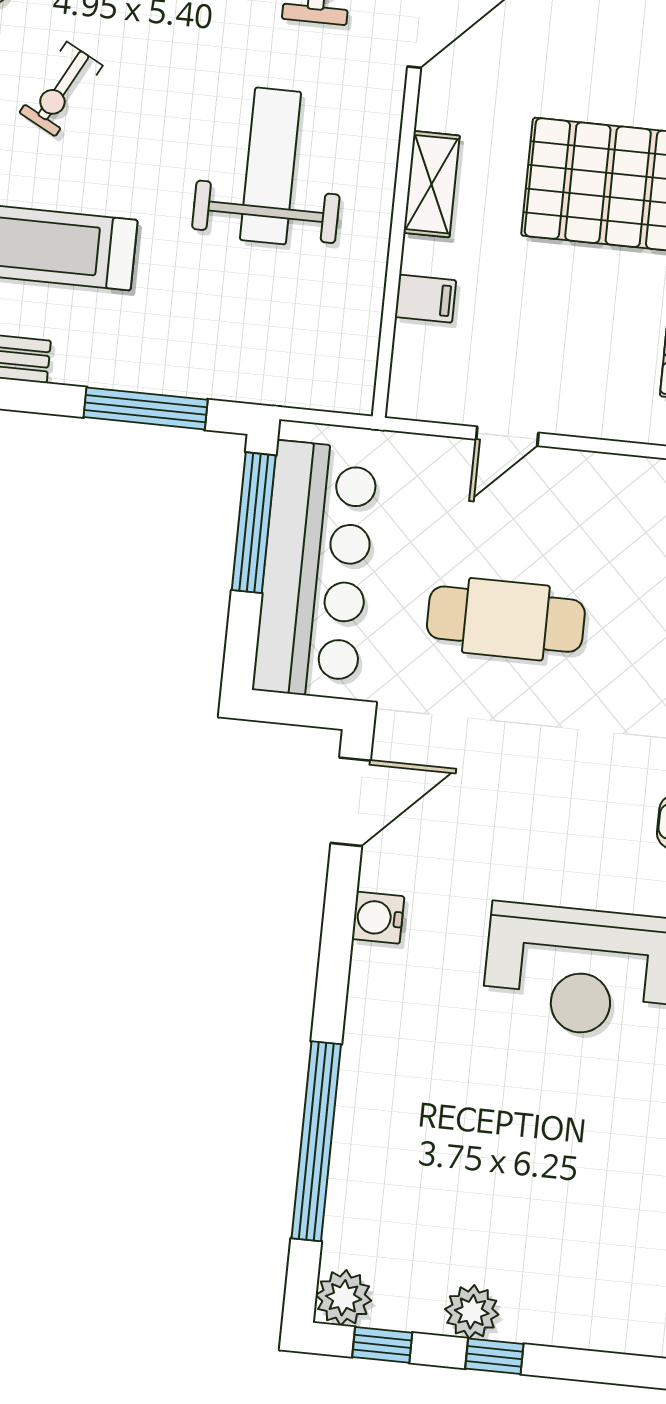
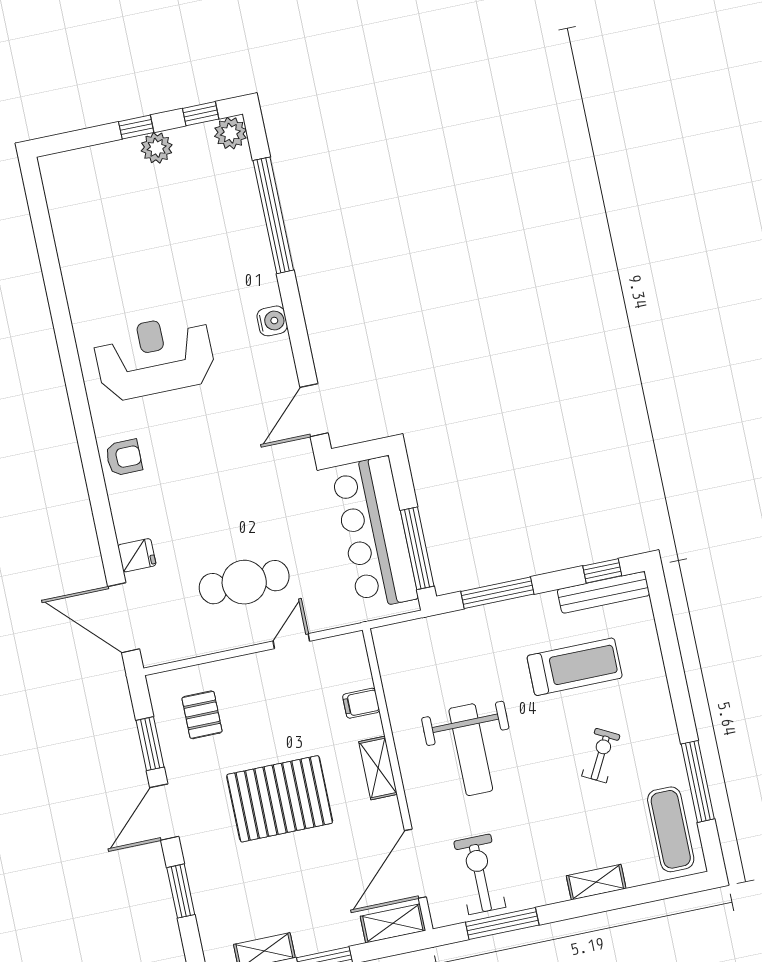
cafe table: (506, 619) -> (244, 582), moved
water cooler: (378, 918) -> (272, 321), moved

